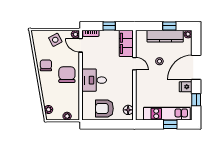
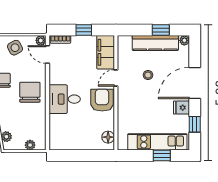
door: (134, 64) -> (116, 78), swing flipped
armchair: (104, 109) -> (102, 100), moved, turned 90

